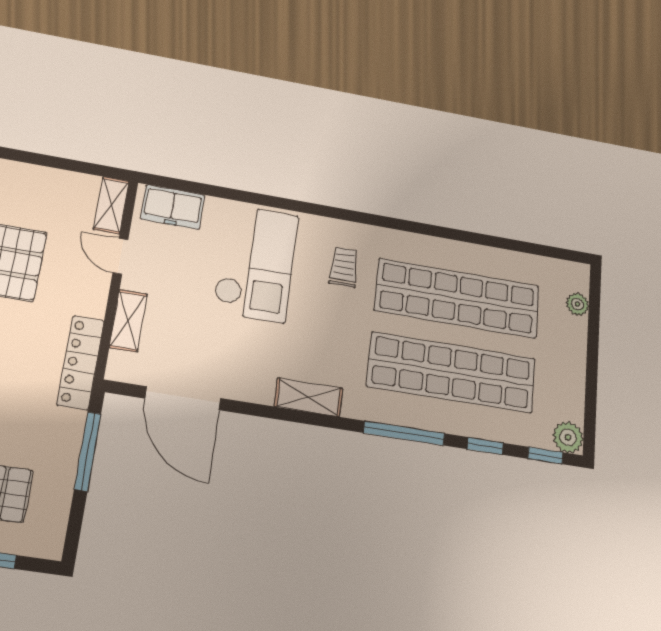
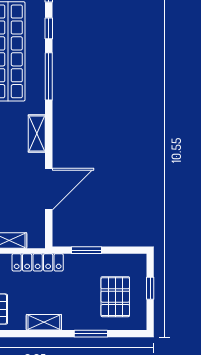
door: (183, 398) -> (49, 189), moved
window: (88, 451) -> (86, 250), width x0.69

